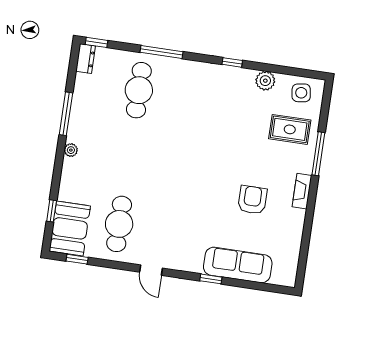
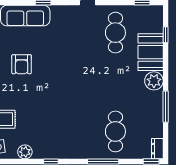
plant: (71, 150) -> (154, 81), width x1.87, depth x1.87
booth: (70, 228) -> (151, 52), moved

